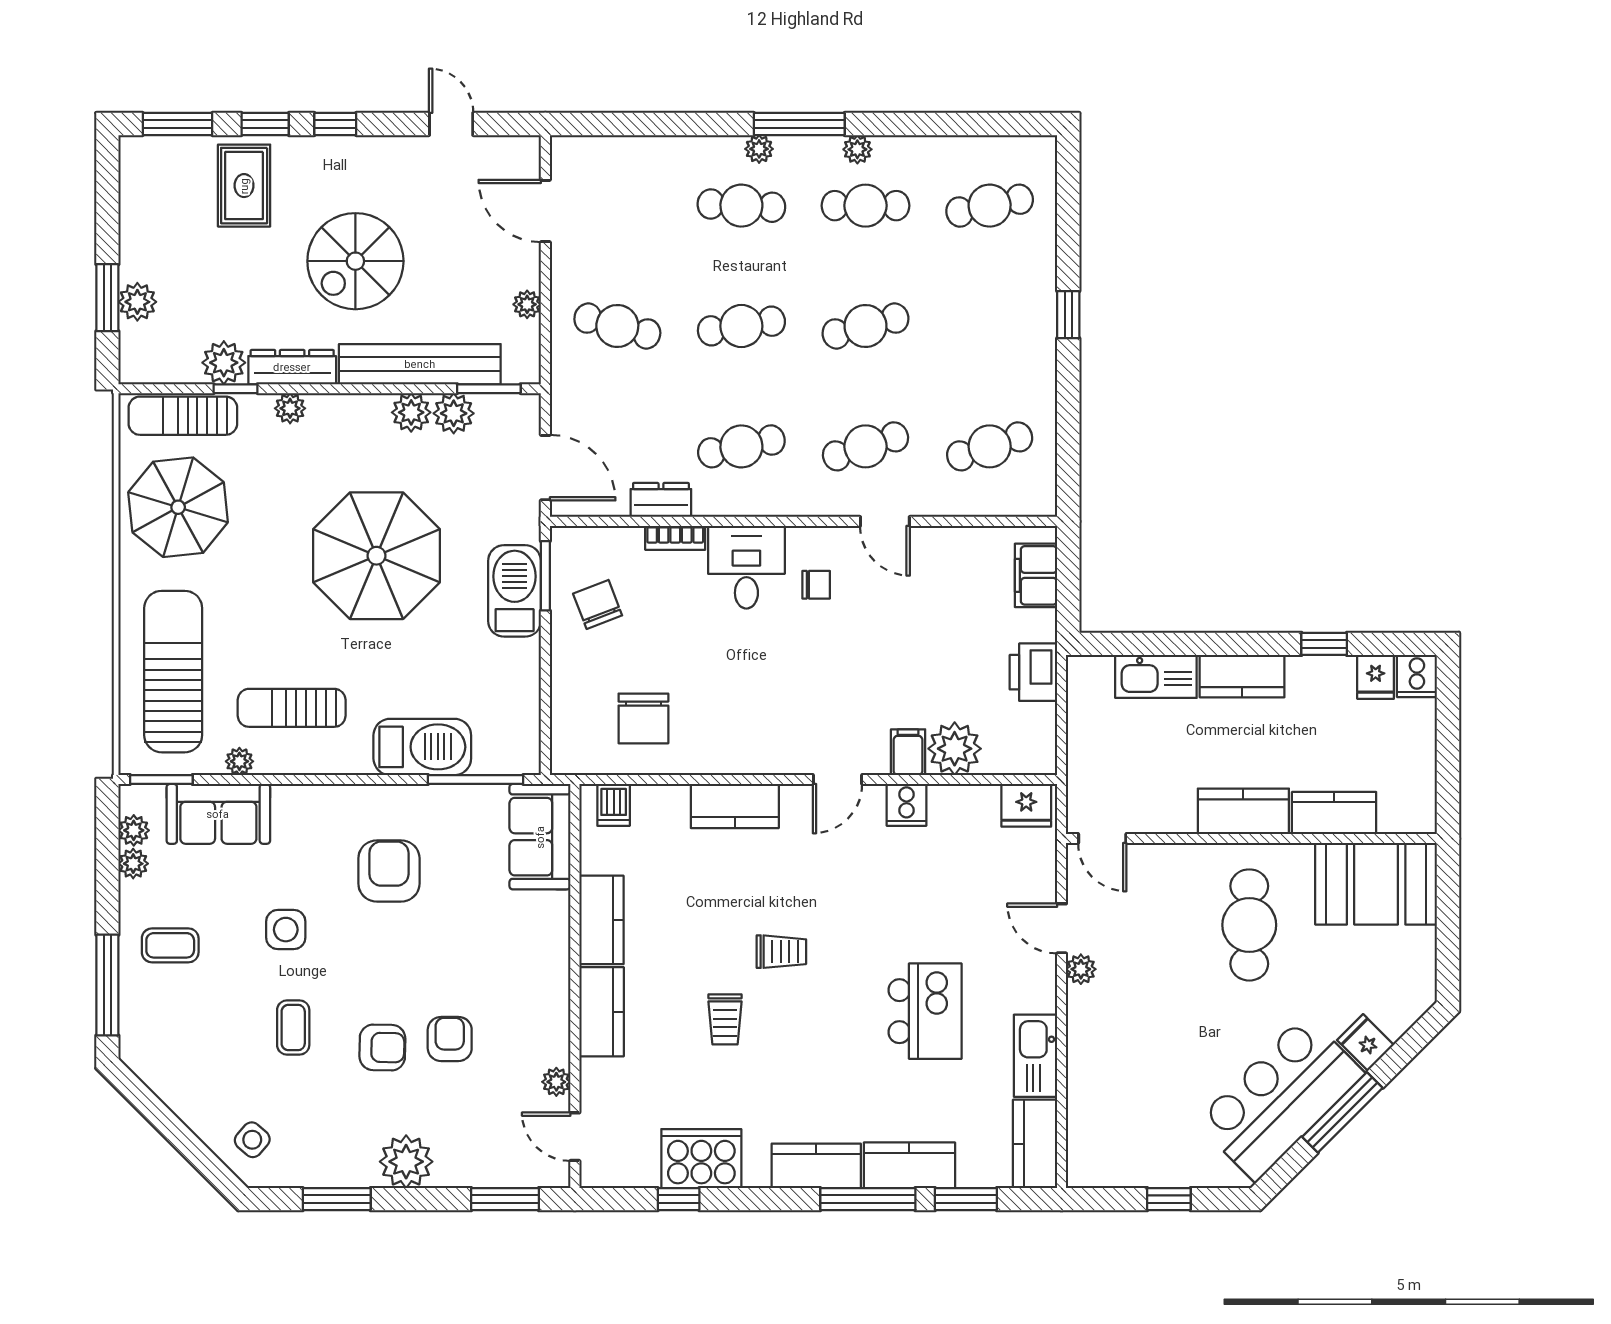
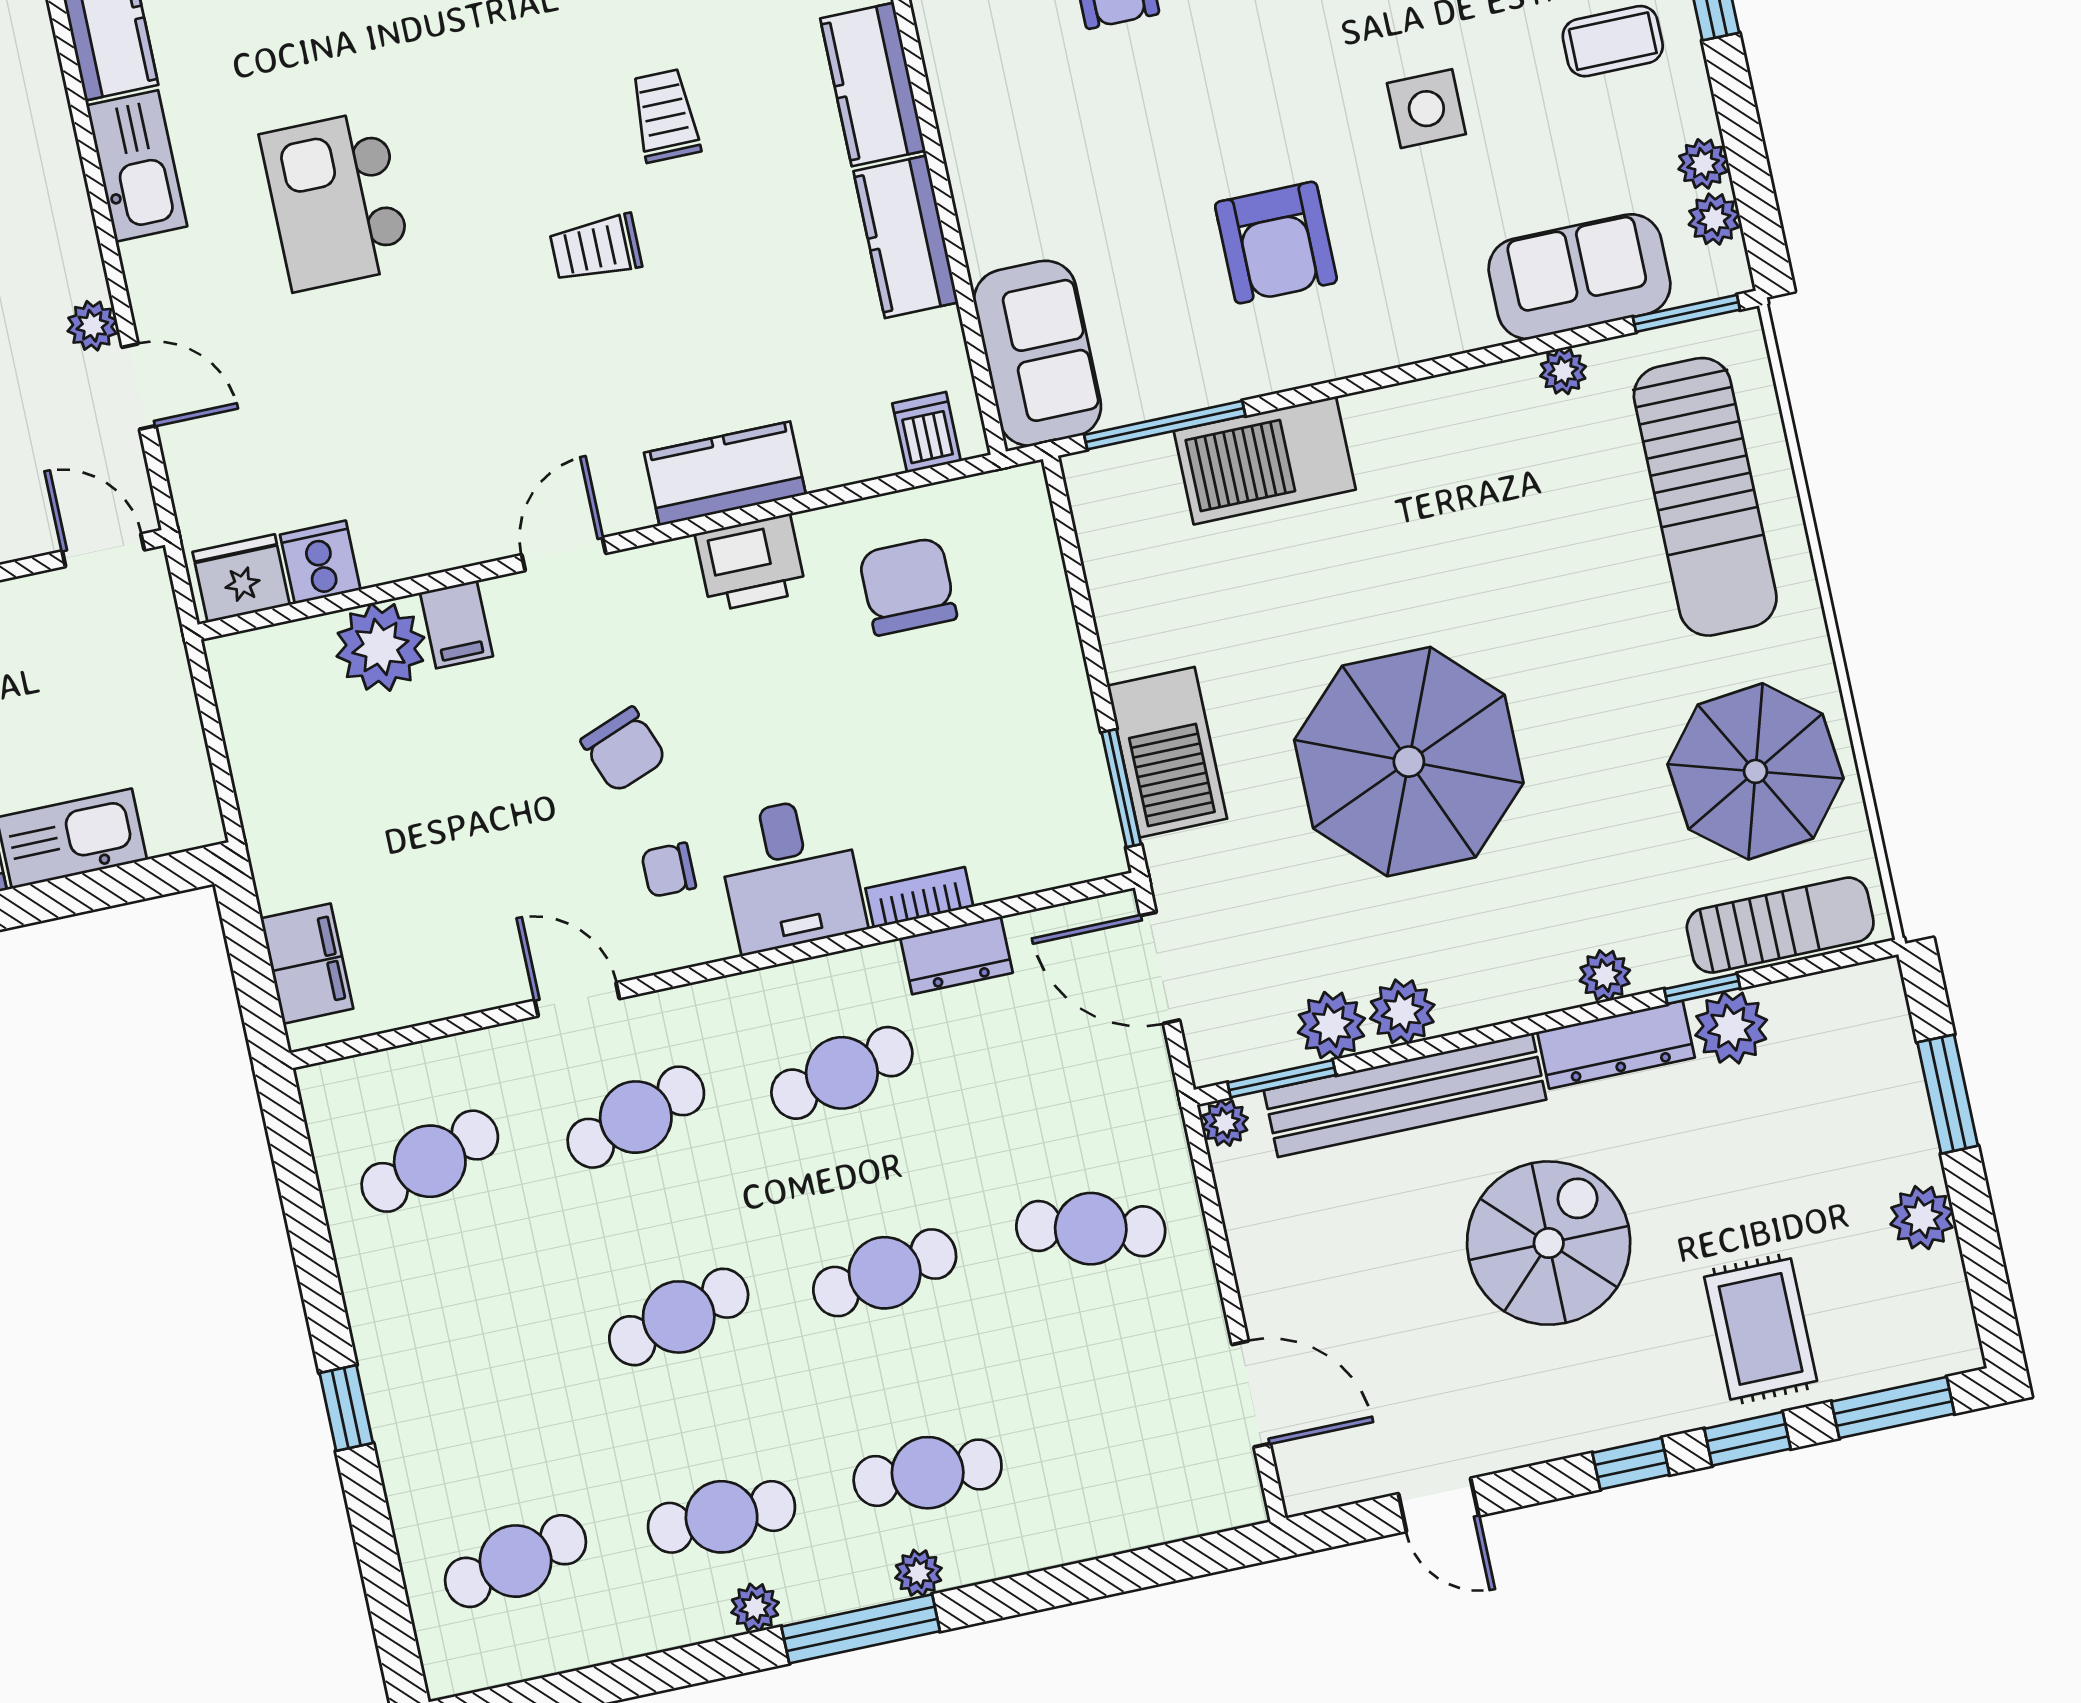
plant: (137, 302) -> (1922, 1218), moved
plant: (527, 304) -> (1225, 1123), moved
chair: (598, 604) -> (624, 750), moved
printer: (1033, 672) -> (751, 563), moved, turned 90
sun lounger: (292, 708) -> (1496, 479), removed
cooker: (906, 805) -> (320, 562), moved

